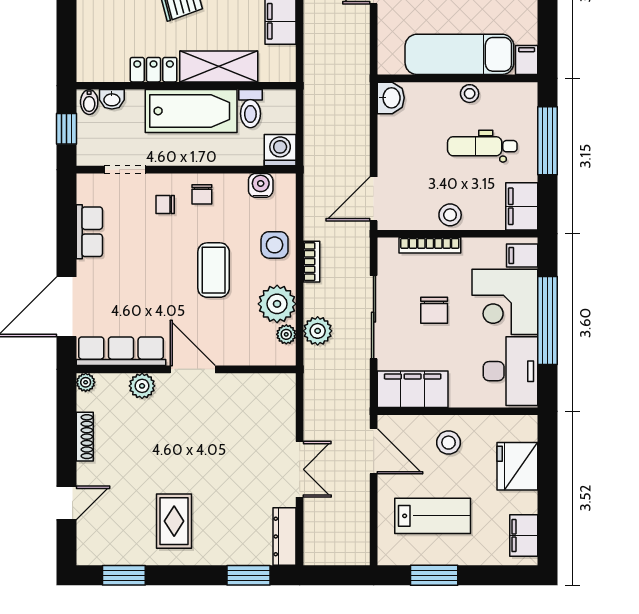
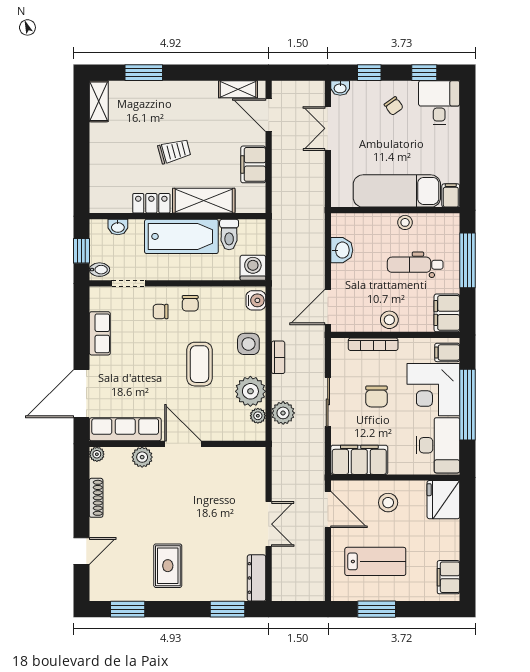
washbasin: (391, 98) -> (342, 250), moved
bidet: (89, 102) -> (99, 270), moved, turned -90
water cooler: (261, 185) -> (256, 300), moved, turned 90
sliding door: (374, 317) -> (328, 402), width x0.73
fridge: (517, 466) -> (443, 500), moved

